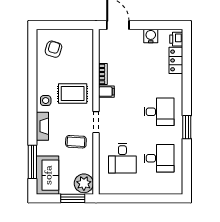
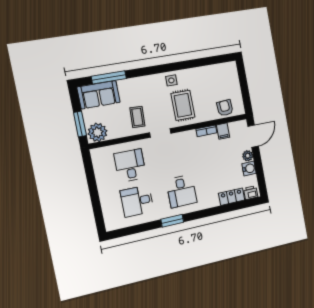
plant: (137, 35) -> (248, 156), added
armchair: (53, 49) -> (225, 108), moved, turned -111
filing cabinet: (106, 92) -> (223, 131), moved
fireplace: (42, 126) -> (146, 81), removed
desk: (122, 158) -> (130, 165), turned 90
desk: (159, 158) -> (137, 201), turned 90

